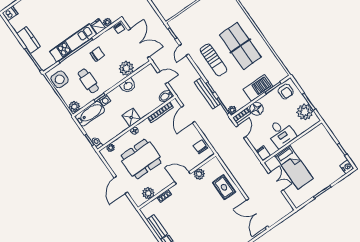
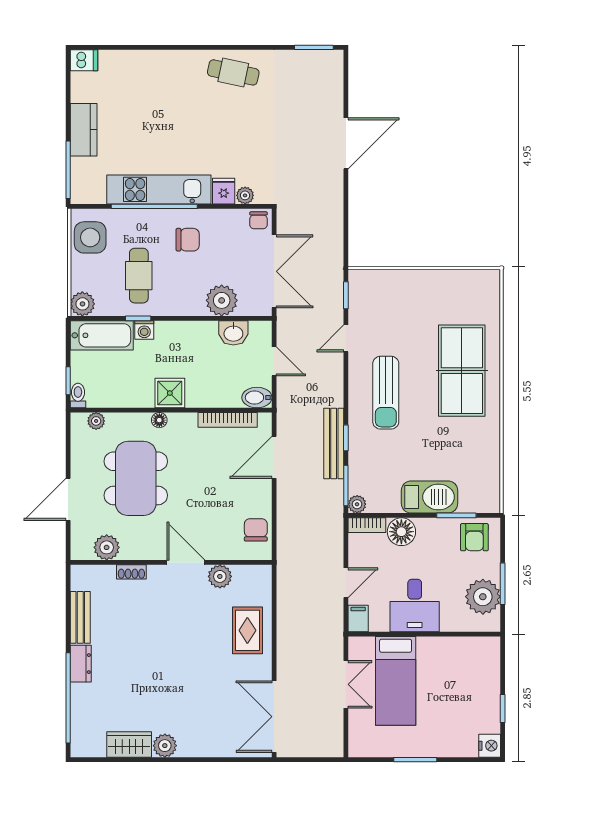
table tennis table: (240, 46) -> (462, 371), moved
washbasin: (128, 86) -> (233, 333), moved
door: (241, 132) -> (346, 583), moved
dining table: (141, 159) -> (136, 478), turned 90

